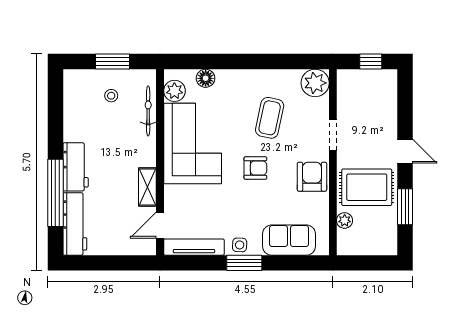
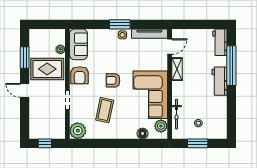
workbench: (75, 224) -> (220, 42), width x0.73
sofa: (289, 240) -> (79, 44), moved, turned -90

